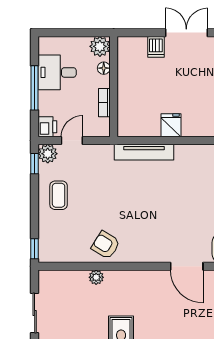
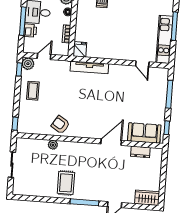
fridge: (171, 125) -> (80, 49), moved
printer: (47, 127) -> (30, 30), moved
door: (187, 266) -> (111, 142), swing flipped

